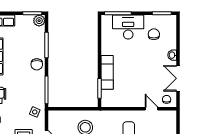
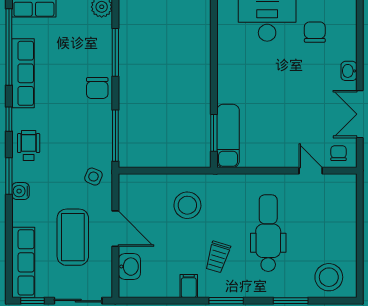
exam couch: (107, 72) -> (228, 136), moved

